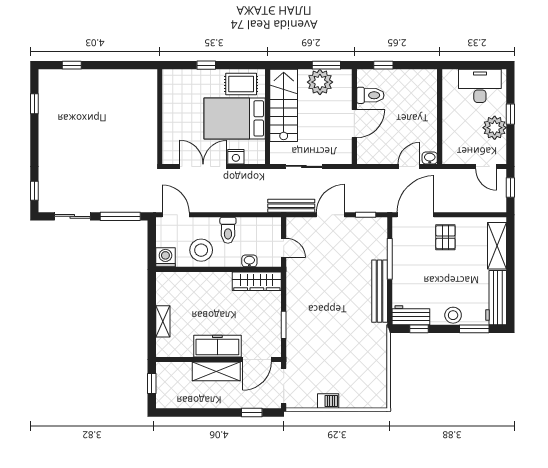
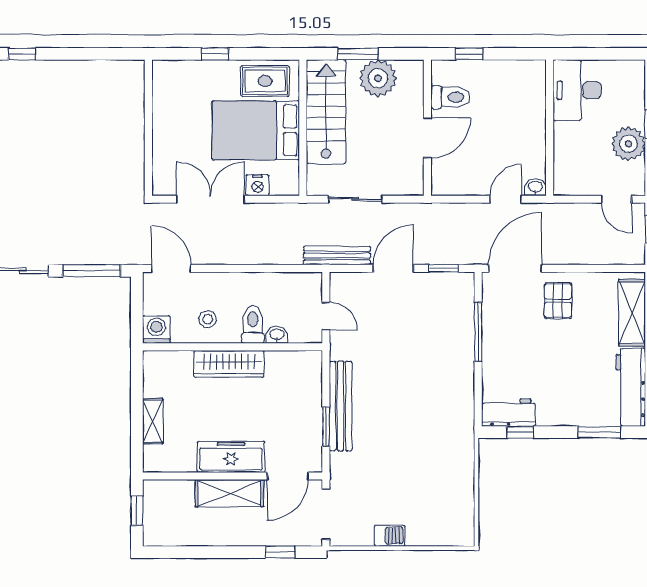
window: (326, 65) -> (358, 54), moved
desk: (480, 86) -> (577, 90), moved, turned -90
toilet: (228, 230) -> (253, 325), moved, turned 180
stool: (201, 250) -> (208, 319), width x0.53, depth x0.53
wardrobe: (257, 281) -> (229, 364), moved
bench: (380, 291) -> (341, 406), moved
stool: (453, 315) -> (569, 413), removed

